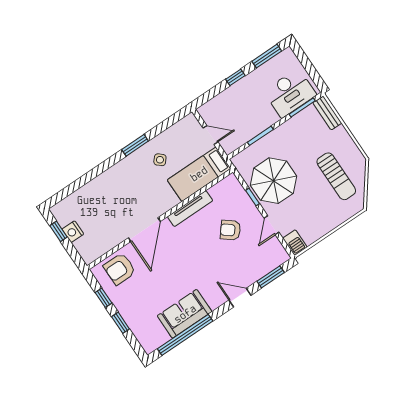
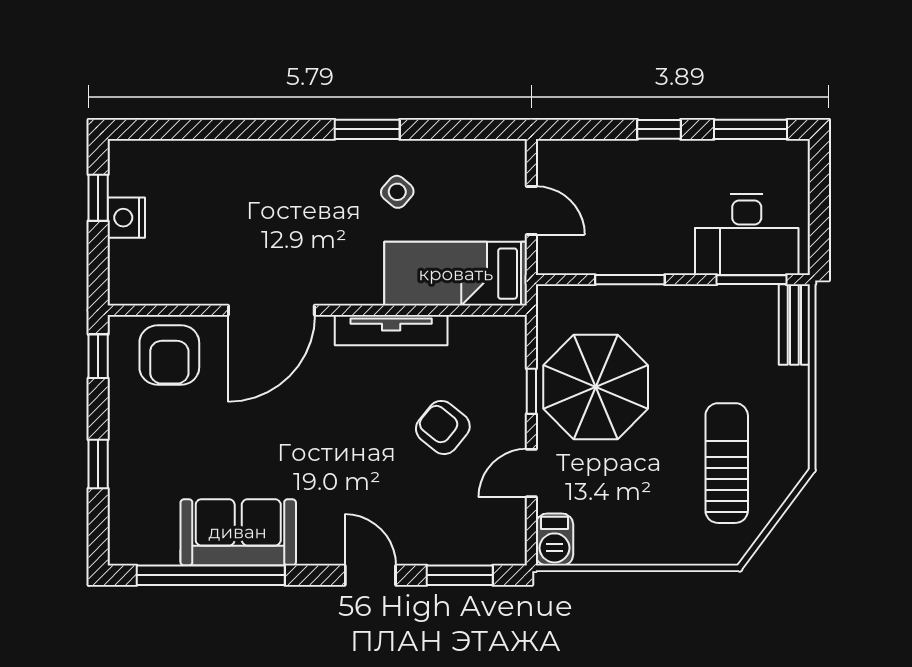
sun lounger: (336, 176) -> (727, 463), turned 180
armchair: (120, 269) -> (169, 355), turned -90
window: (103, 298) -> (98, 356), moved

